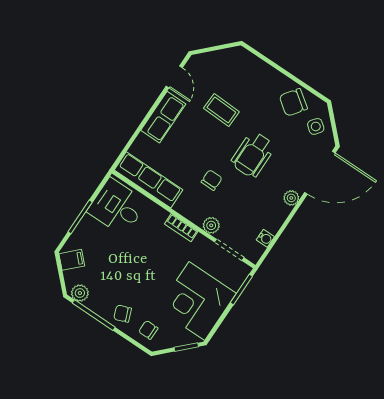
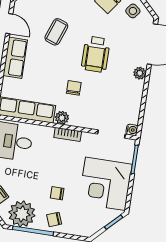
coffee table: (221, 110) -> (56, 32), turned -72
plant: (211, 225) -> (62, 118), moved
water cooler: (265, 238) -> (132, 130), moved
plant: (80, 293) -> (22, 214), width x1.88, depth x1.88
chair: (148, 330) -> (57, 193), moved

